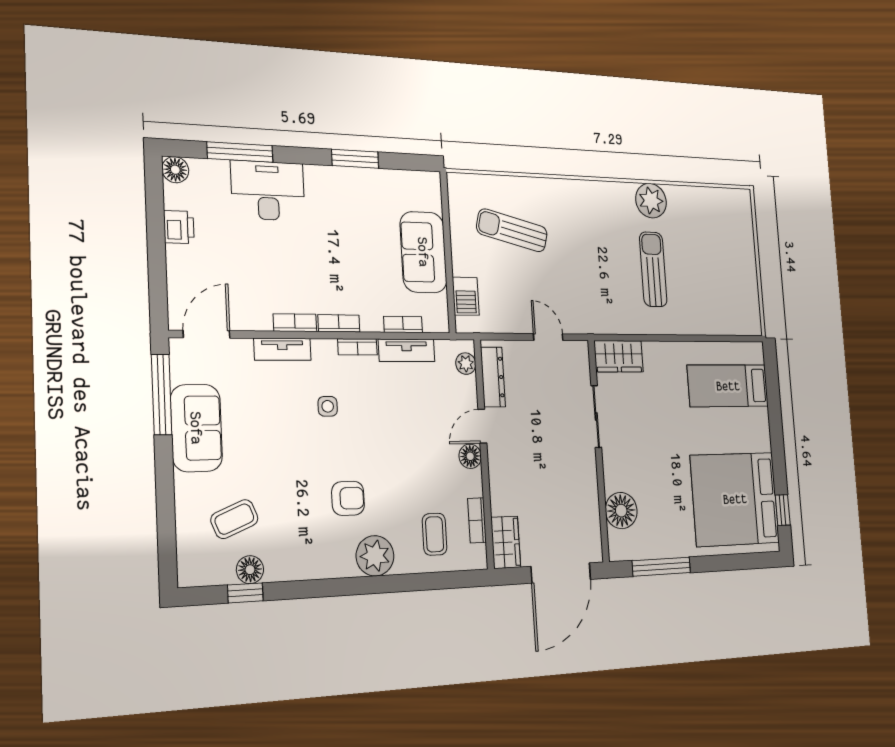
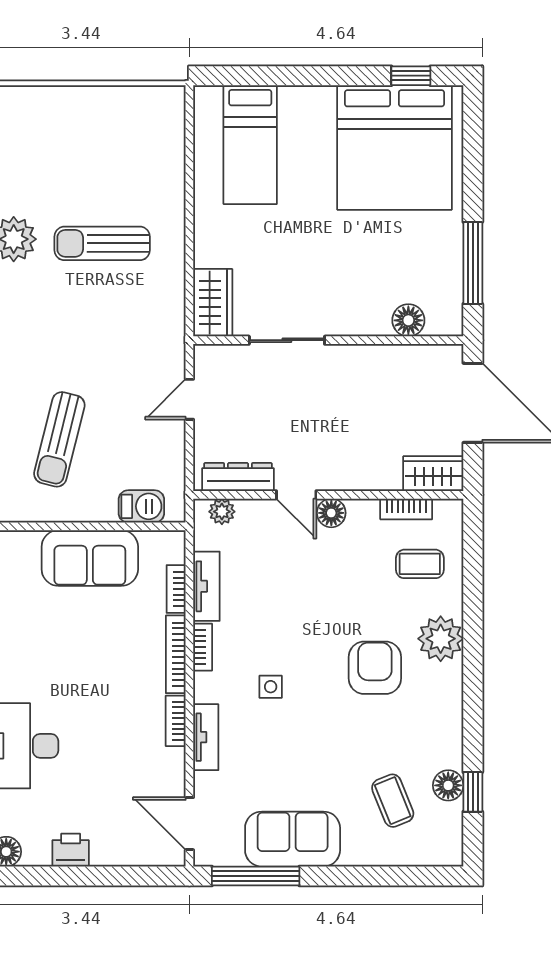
bookcase: (339, 323) -> (176, 654), width x1.56
armchair: (348, 498) -> (375, 668), width x1.38, depth x1.38
floor lamp: (621, 511) -> (408, 320), width x0.73, depth x0.73

